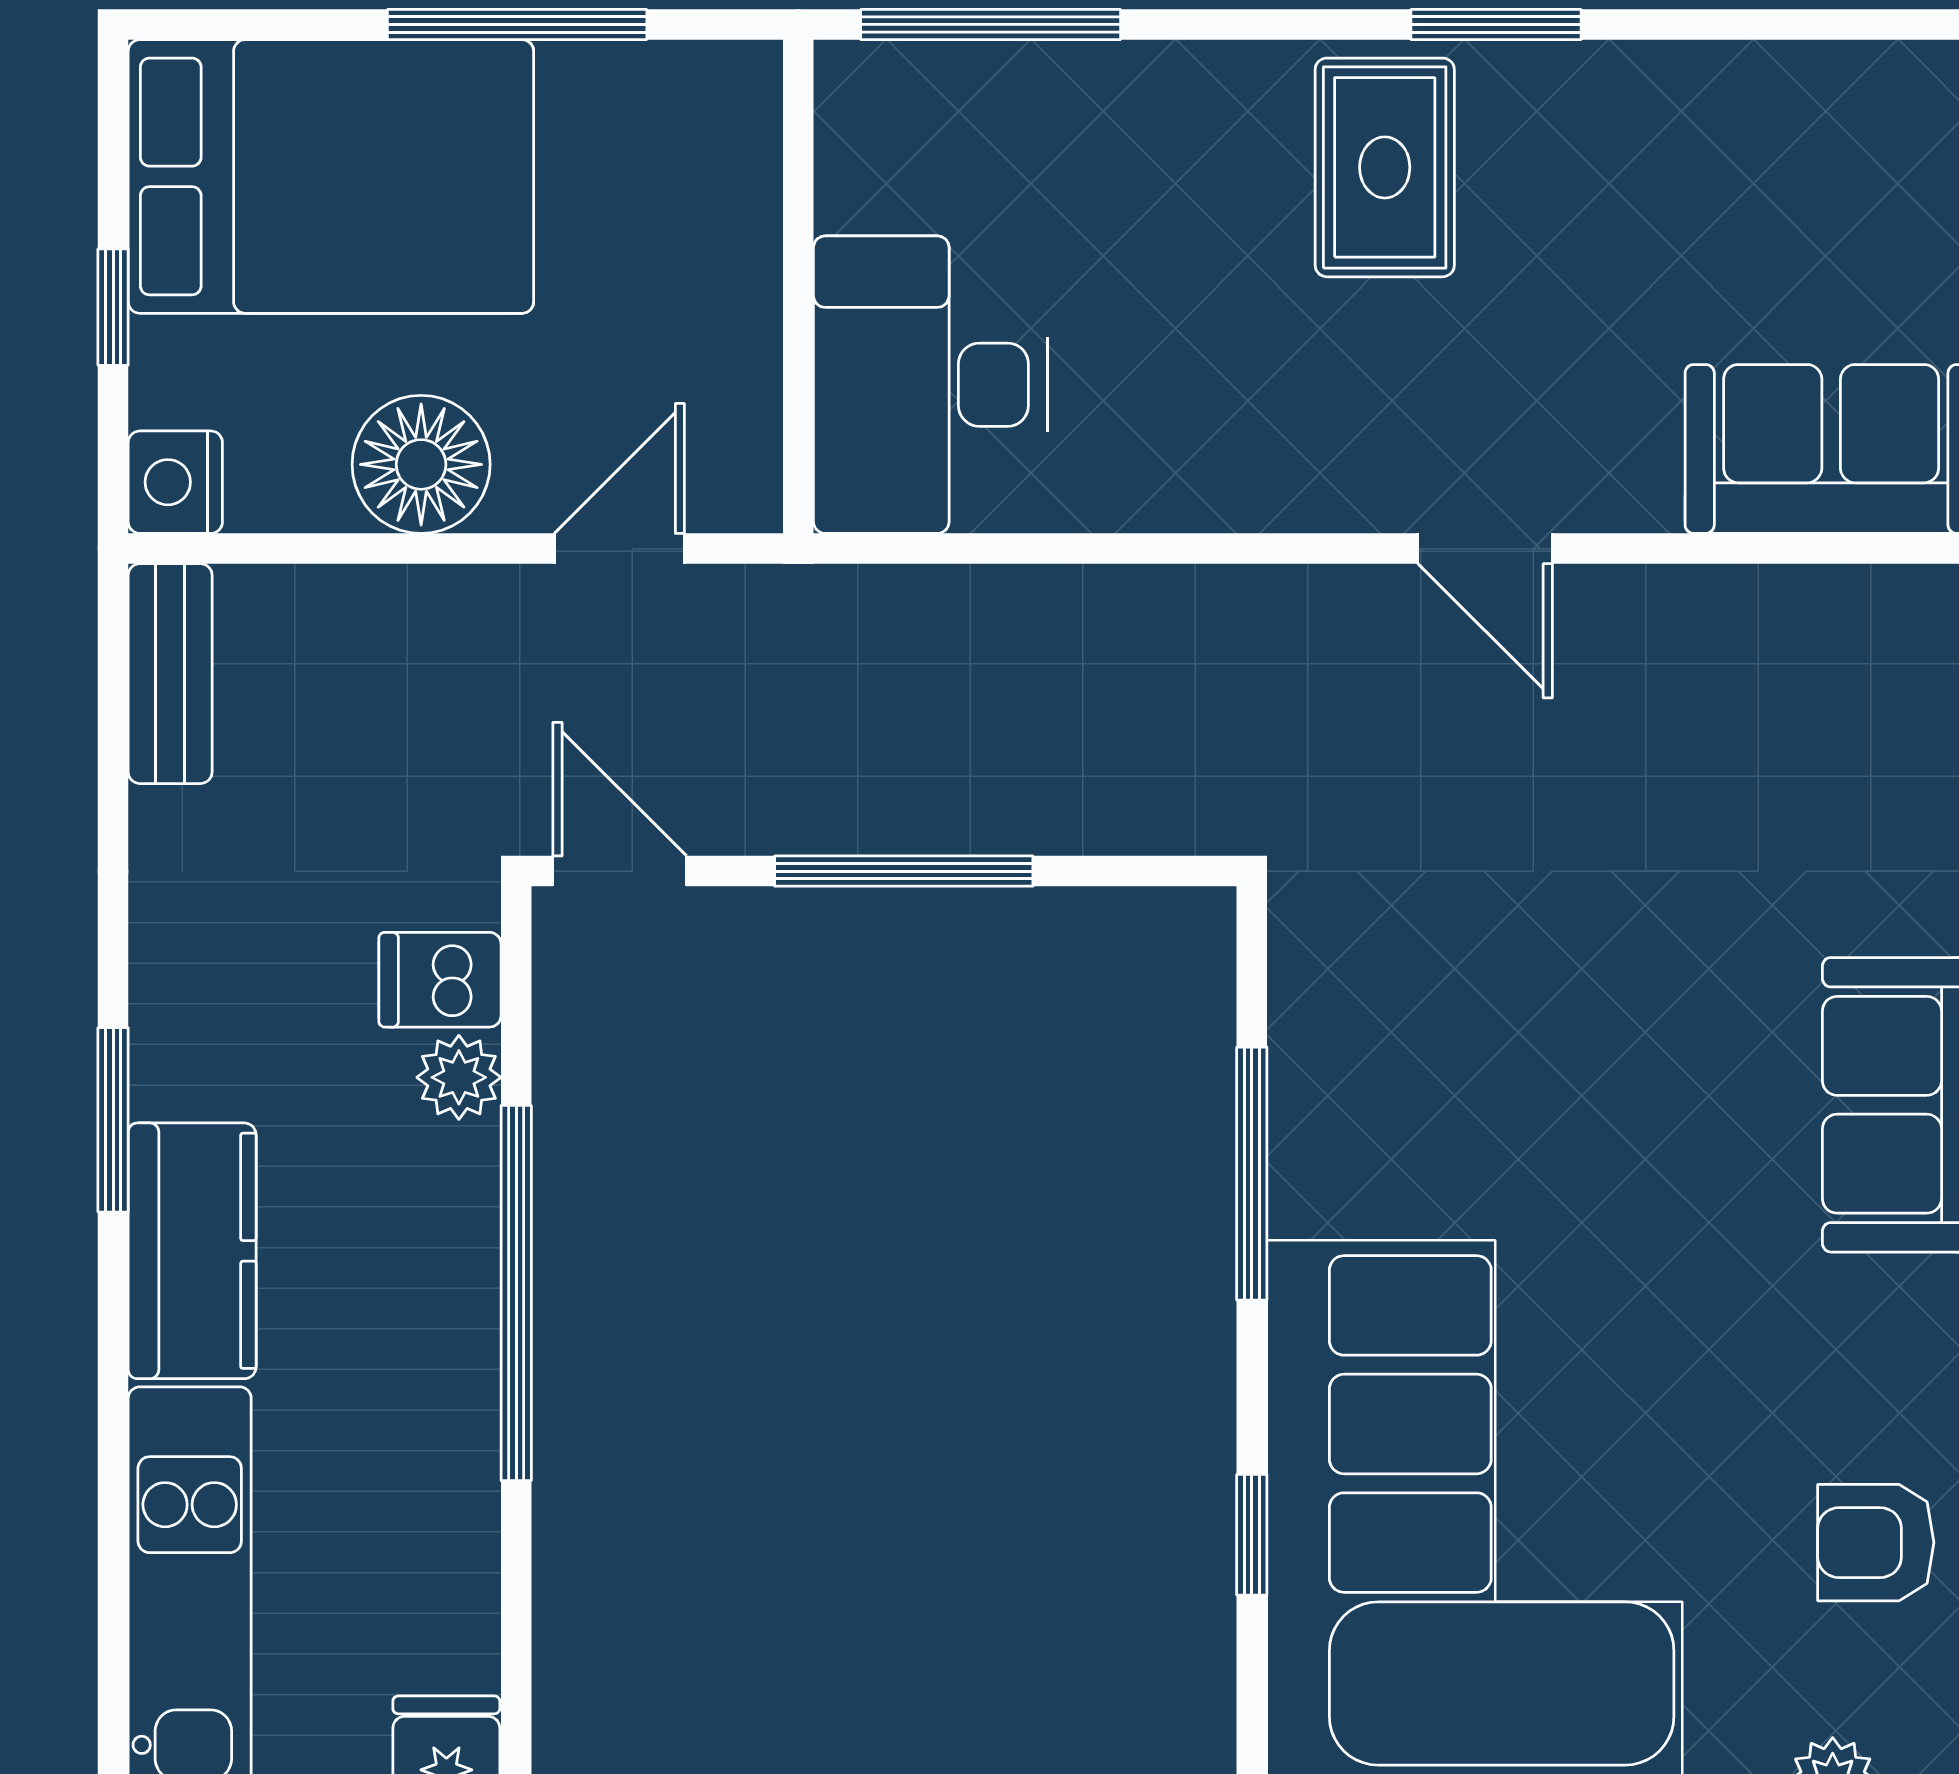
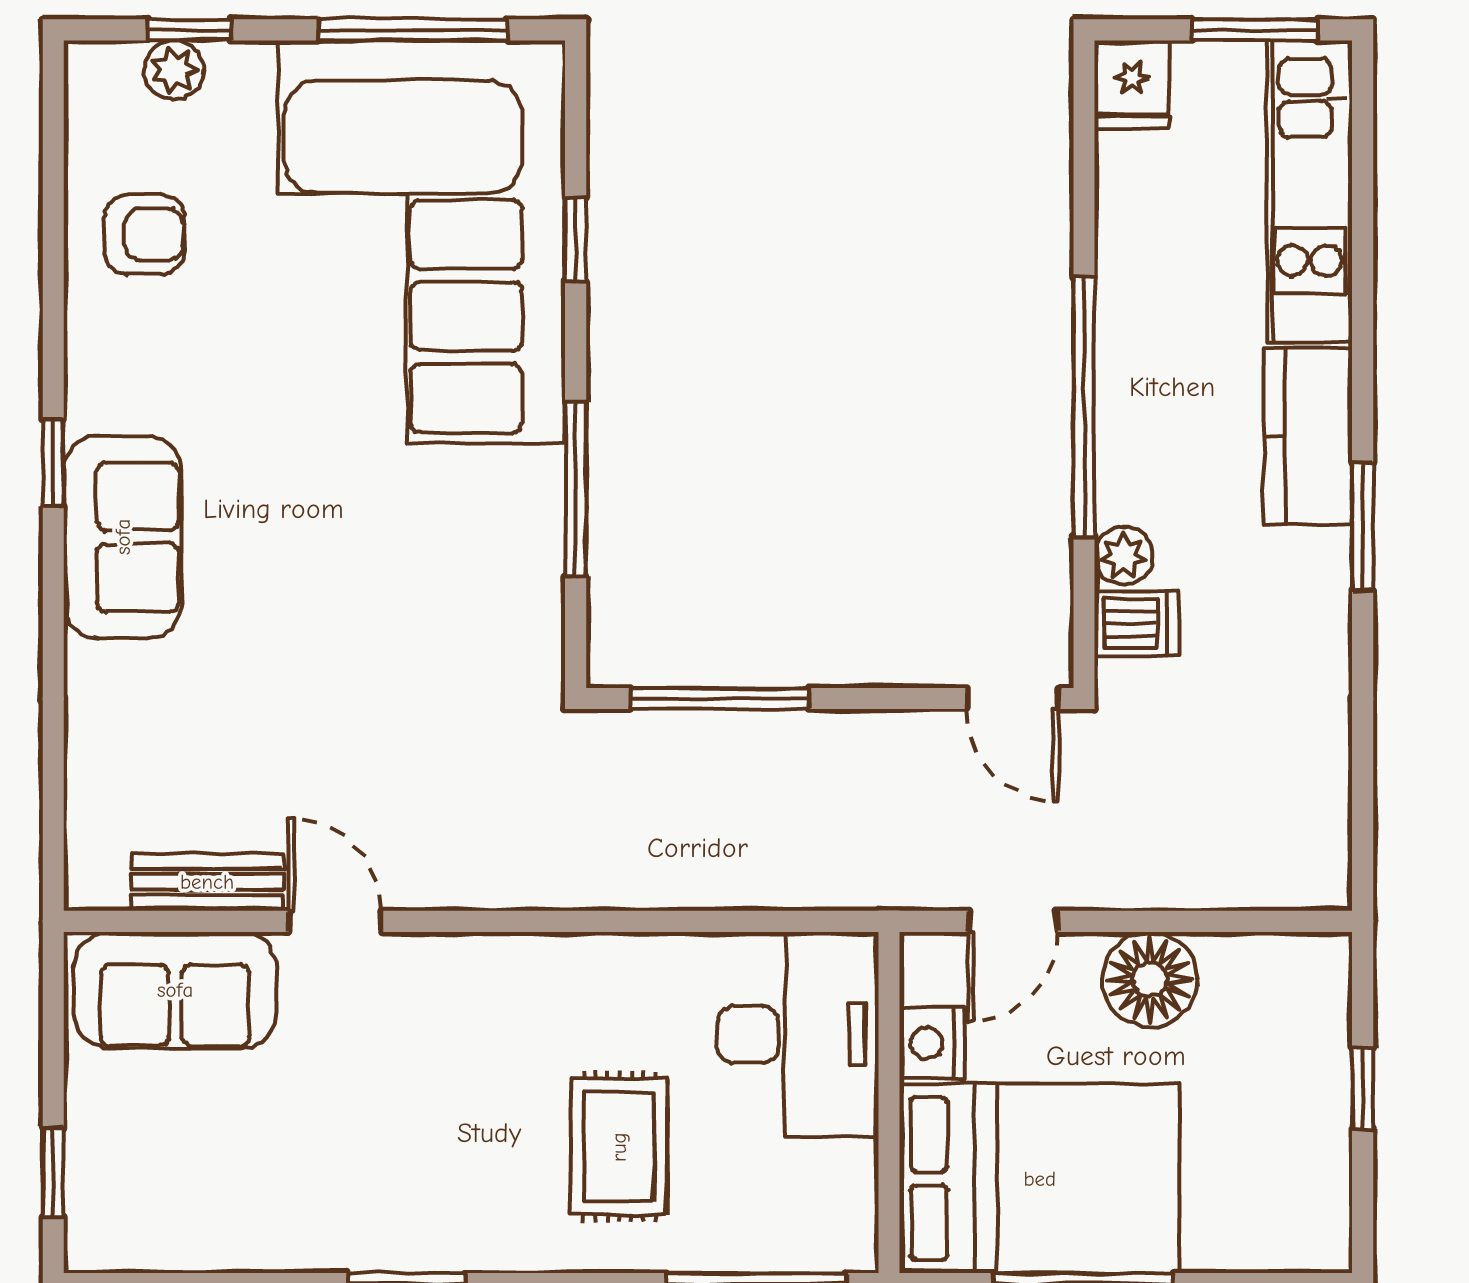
rug: (1385, 167) -> (619, 1147), moved
bed: (331, 176) -> (1040, 1179), moved, turned 180
nightstand: (175, 482) -> (932, 1043), moved, turned 180
door: (1485, 549) -> (335, 921), moved
bench: (170, 674) -> (207, 882), moved, turned 90
window: (904, 871) -> (720, 699), moved

